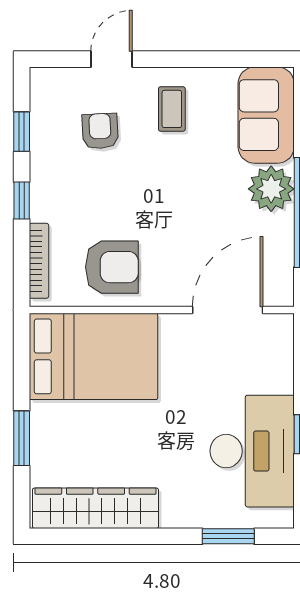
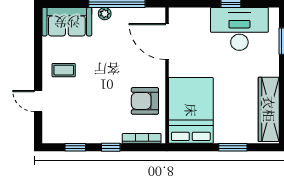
armchair: (100, 131) -> (75, 107), removed
plant: (271, 189) -> (105, 14), width x0.53, depth x0.53
armchair: (112, 267) -> (145, 101), turned -90

